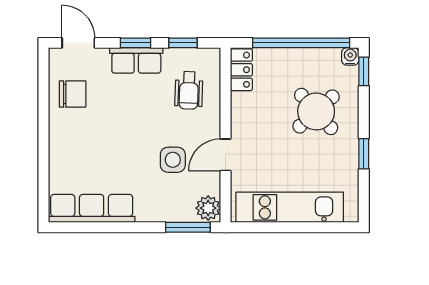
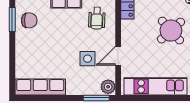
window: (43, 93) -> (12, 20), added

